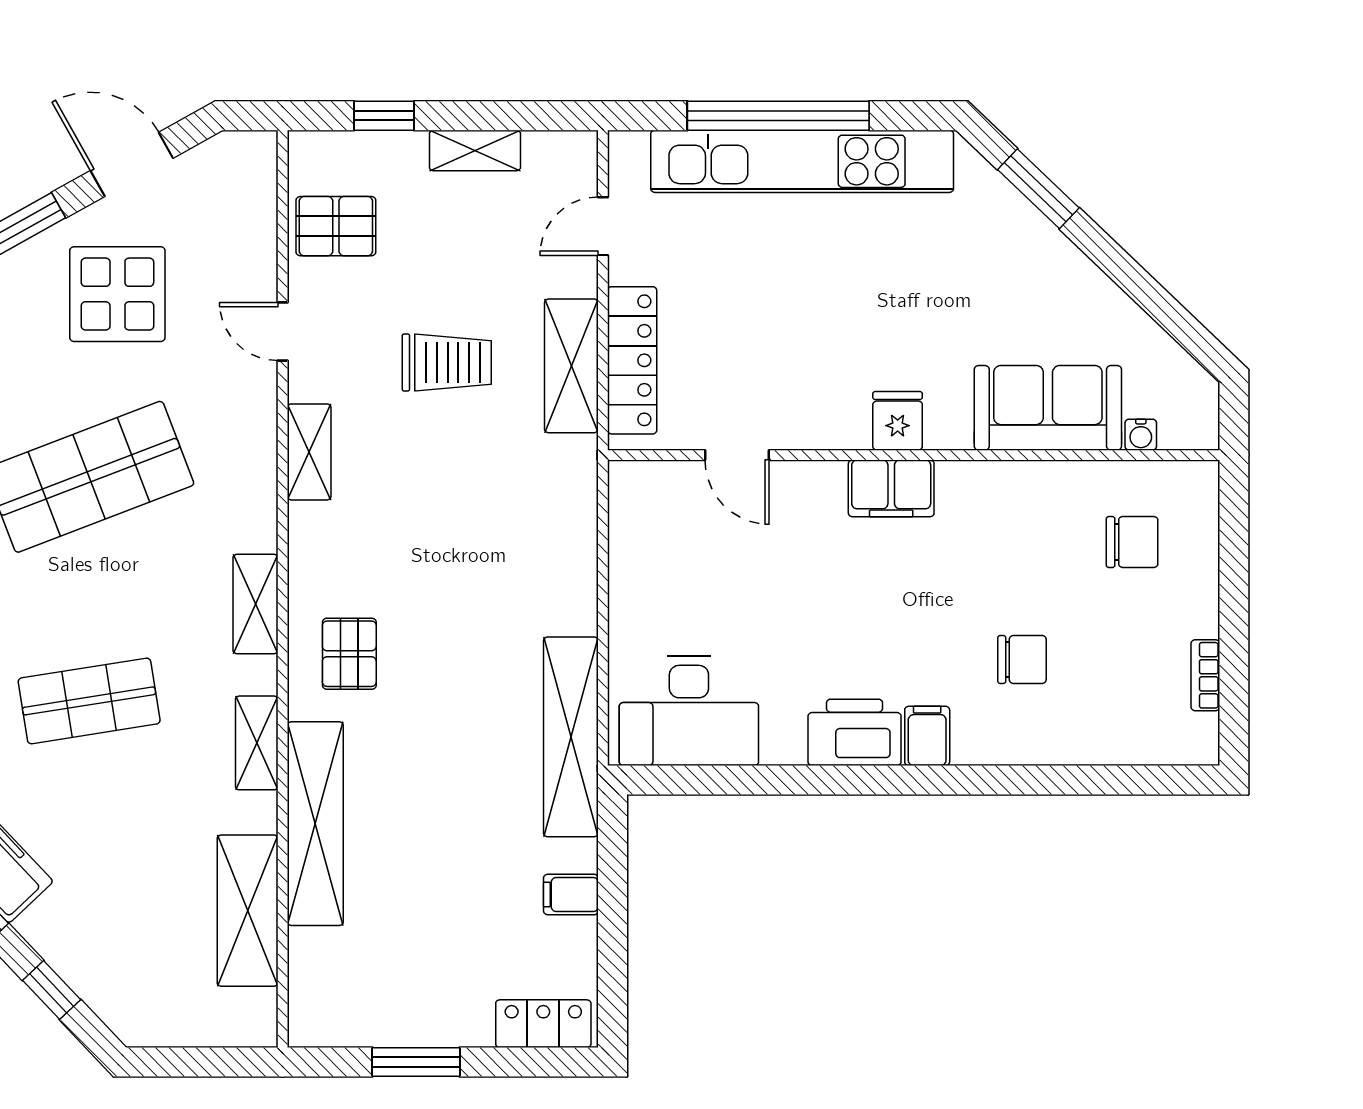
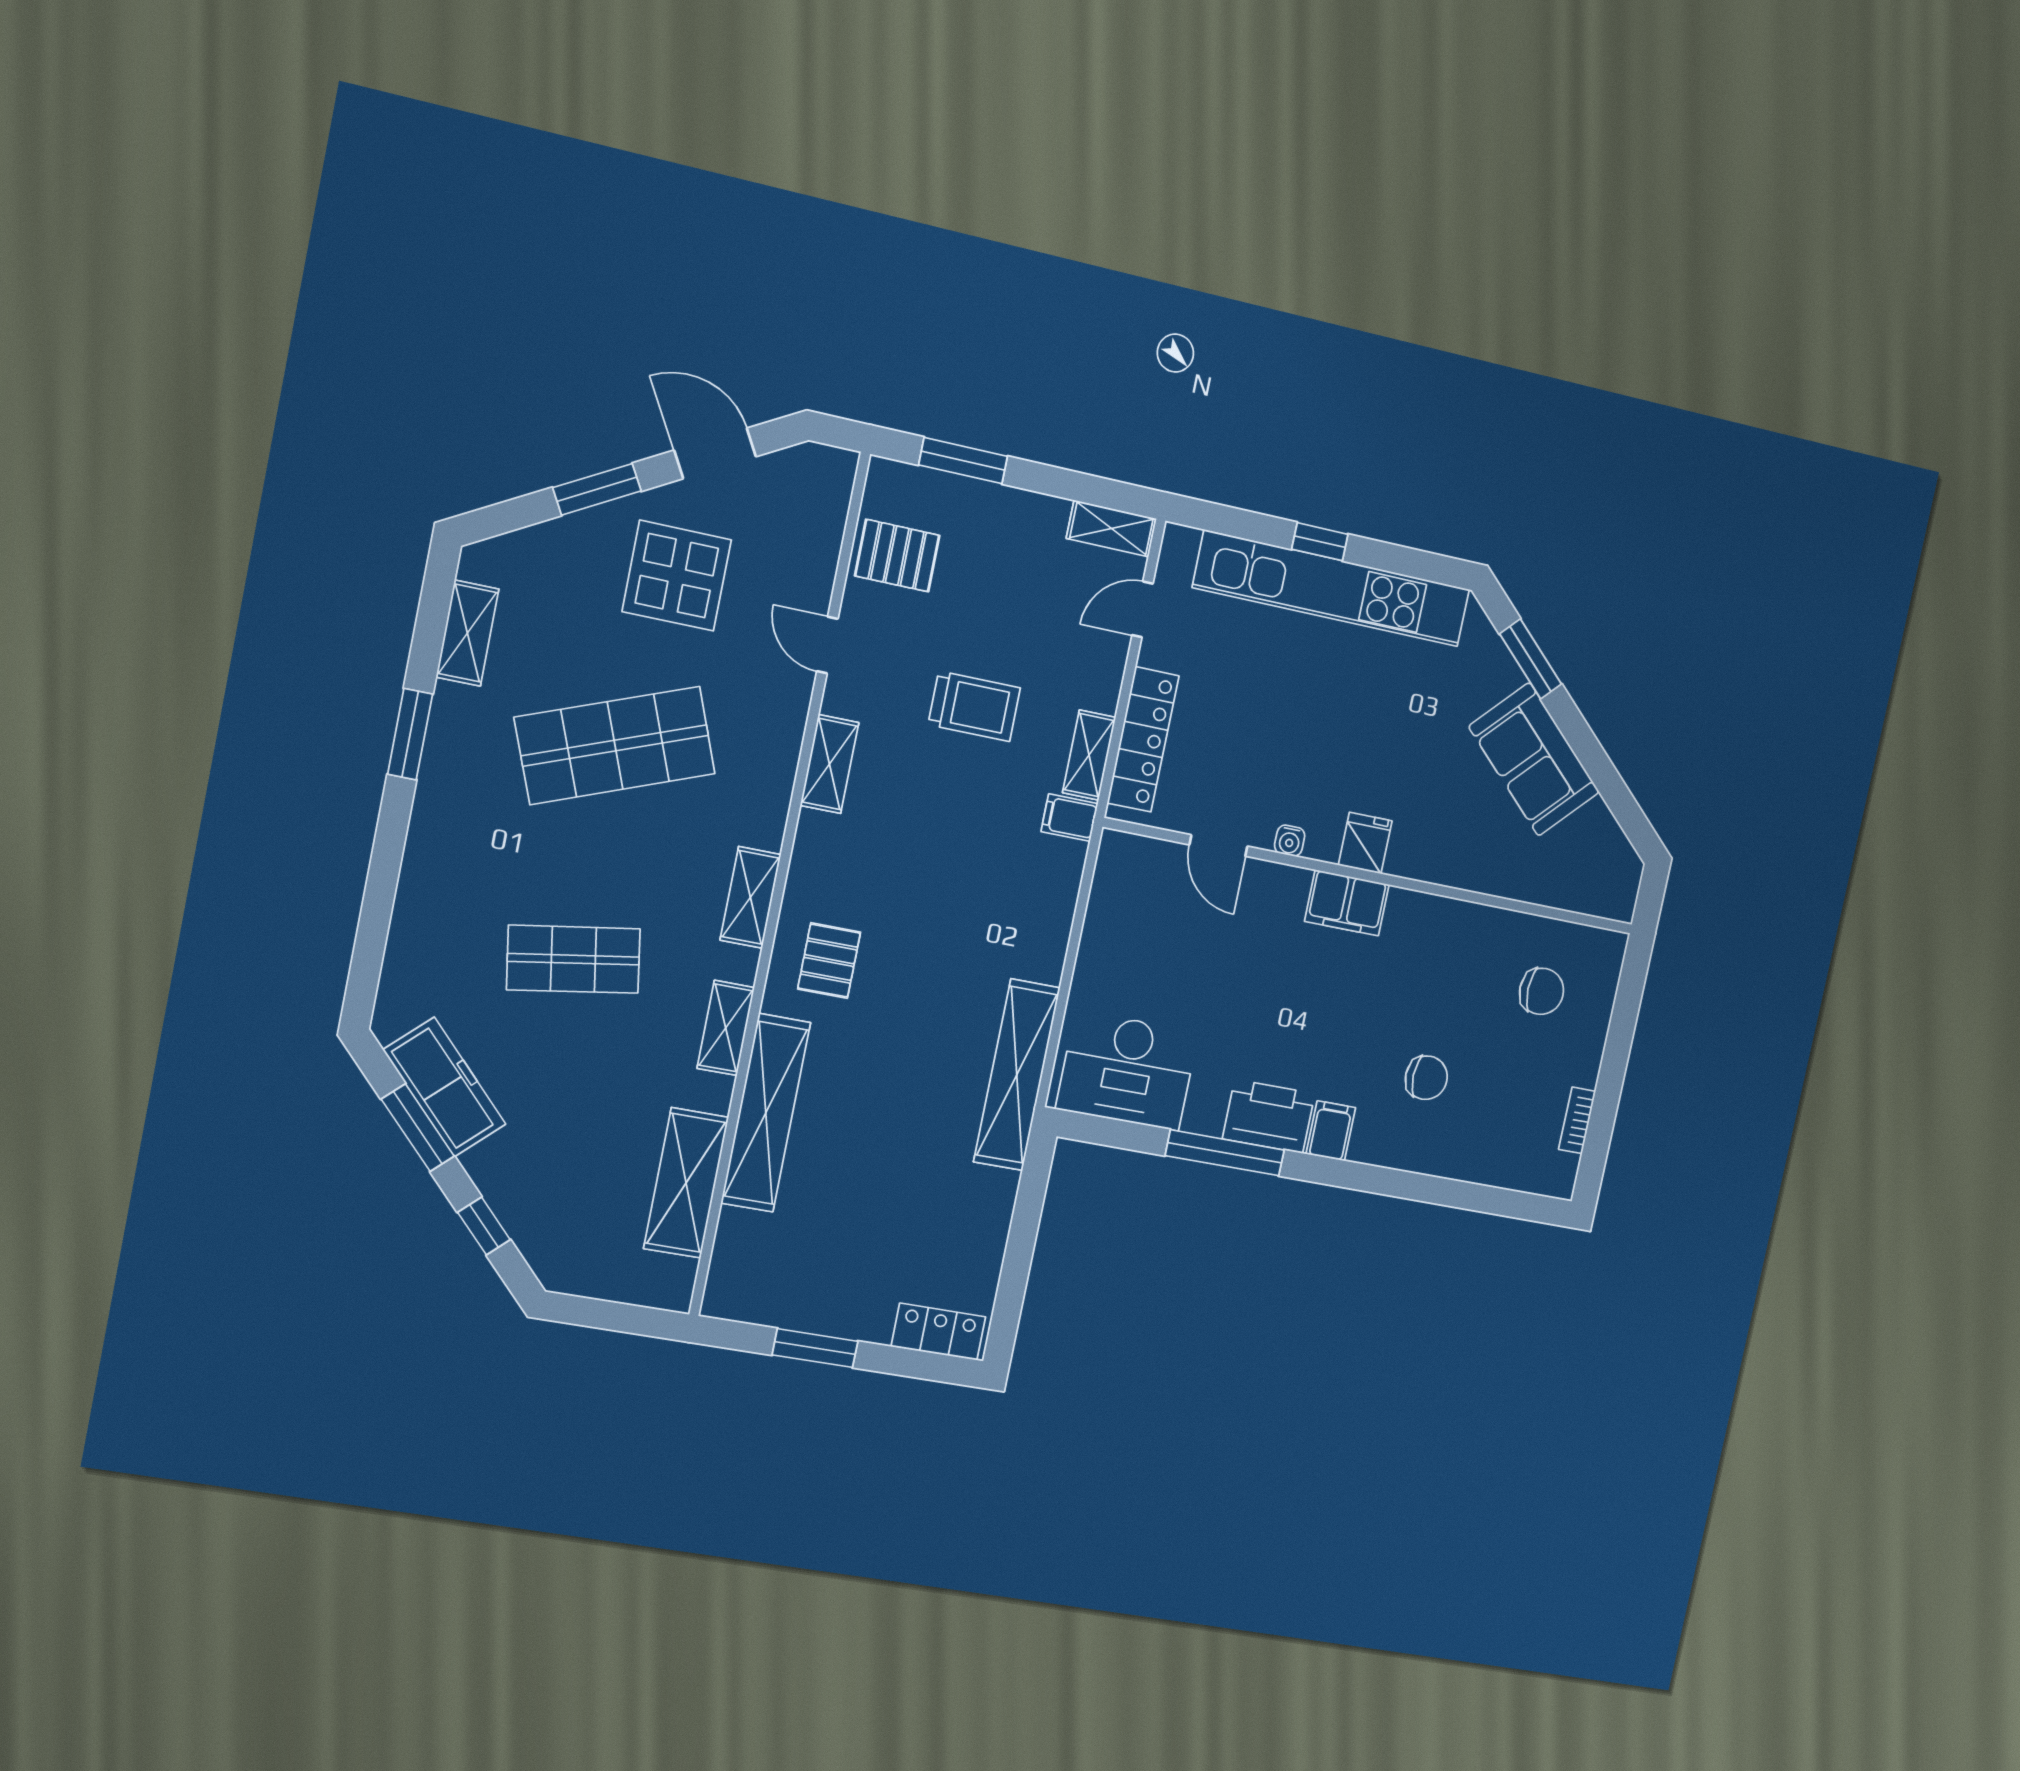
window: (384, 116) -> (963, 461), width x1.50
window: (778, 116) -> (1320, 542), width x0.32
shelving: (475, 150) -> (1111, 529), moved
shelving: (571, 366) -> (1089, 755), width x0.67, depth x0.75
sofa: (1048, 408) -> (1534, 759), moved, turned -136
water cooler: (1141, 435) -> (1290, 841), moved
window: (814, 780) -> (1225, 1153), added
filing cabinet: (571, 894) -> (1070, 818), moved

